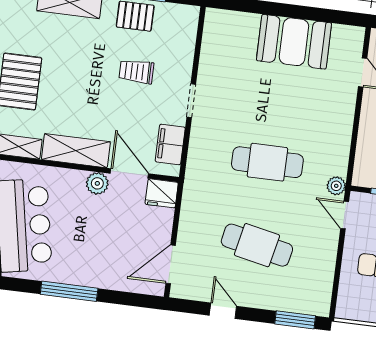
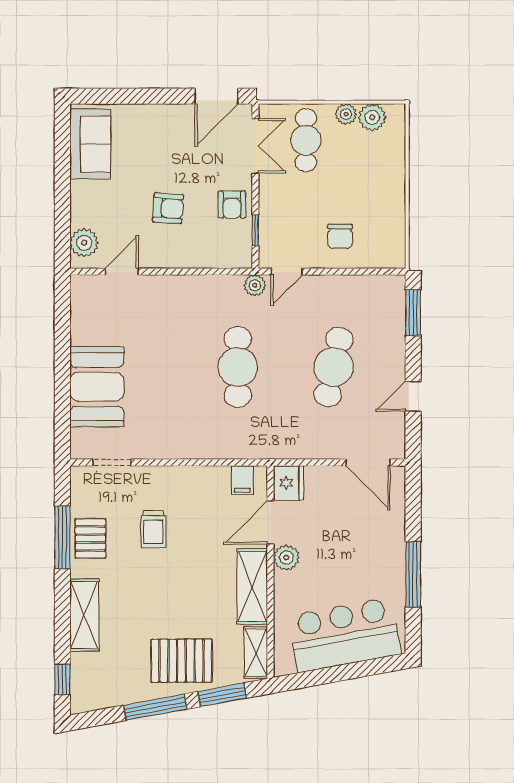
booth: (294, 42) -> (97, 387), moved
doorway: (191, 101) -> (112, 463), moved
filing cabinet: (170, 144) -> (242, 480), width x0.50

